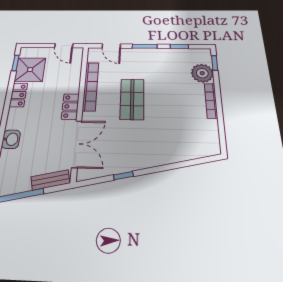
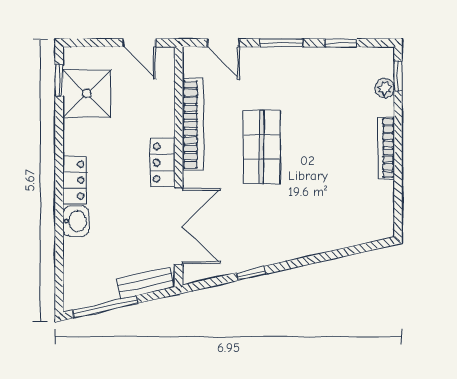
plant: (202, 73) -> (385, 88), width x0.53, depth x0.53
locker: (18, 95) -> (75, 180), moved

